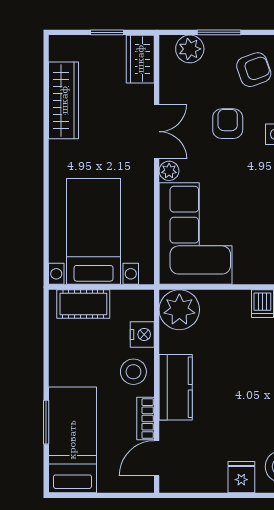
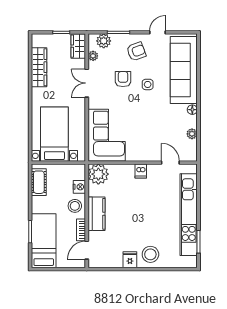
double door: (157, 132) -> (87, 83), swing flipped
plant: (169, 171) -> (93, 56), moved
cot: (83, 304) -> (39, 182), moved, turned 90

